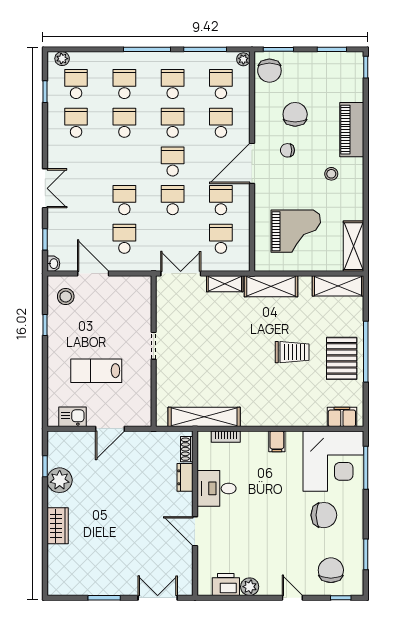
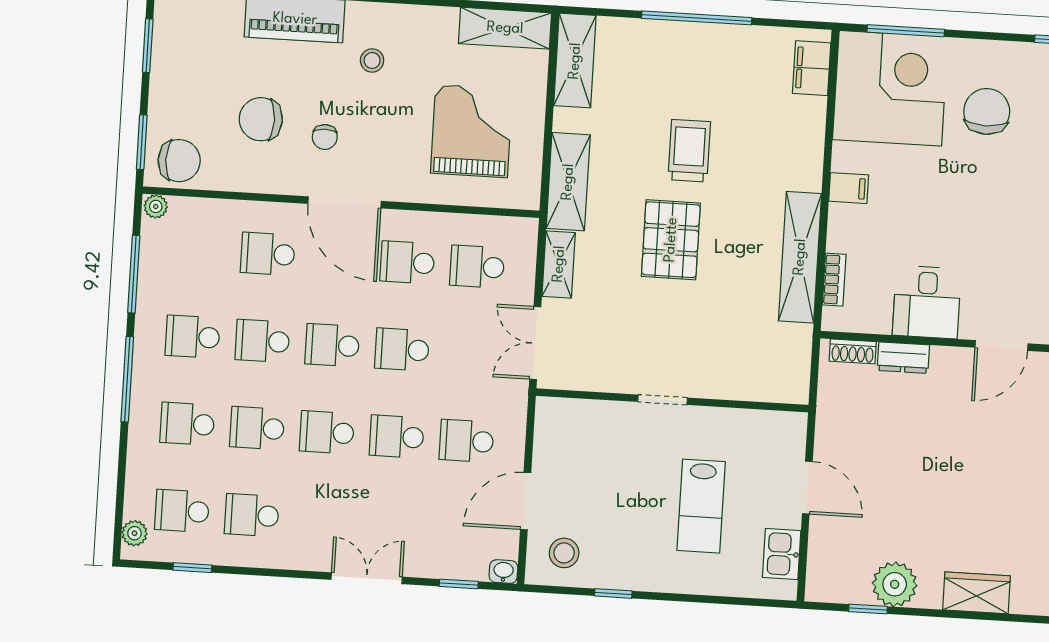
school desk: (221, 84) -> (327, 432), moved
pallet: (342, 358) -> (671, 240), moved, turned 90
shelving: (204, 417) -> (800, 257), moved

